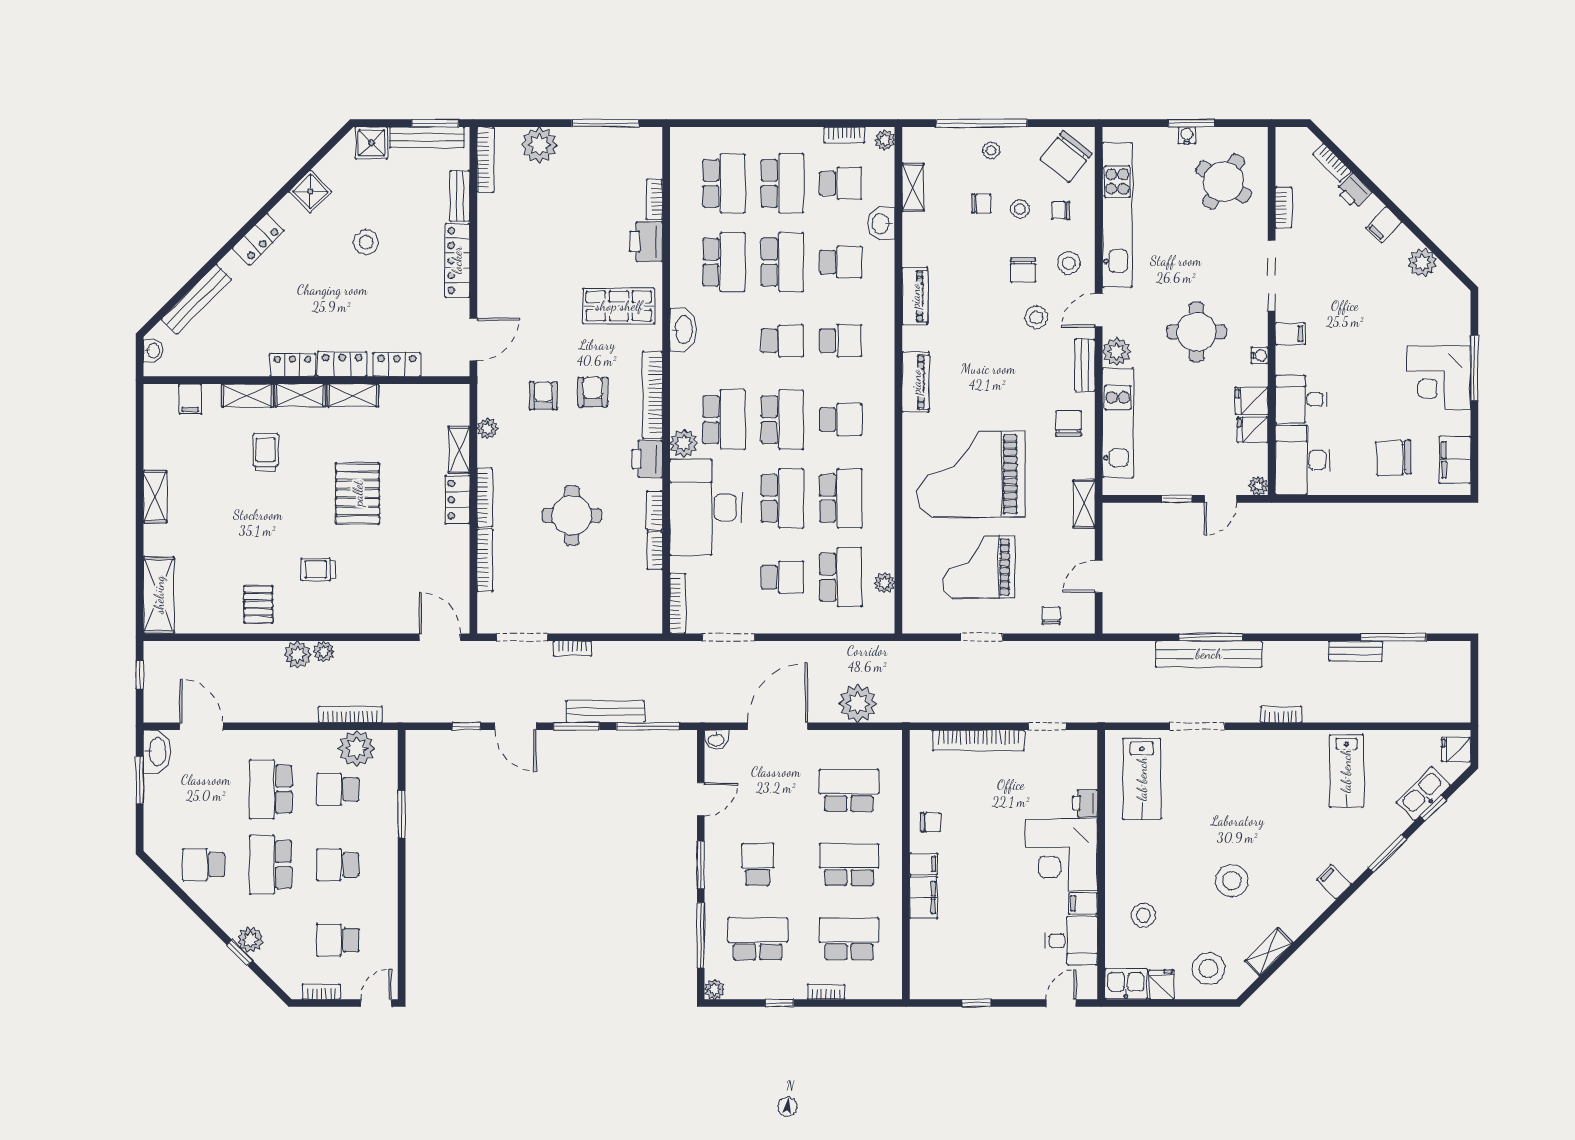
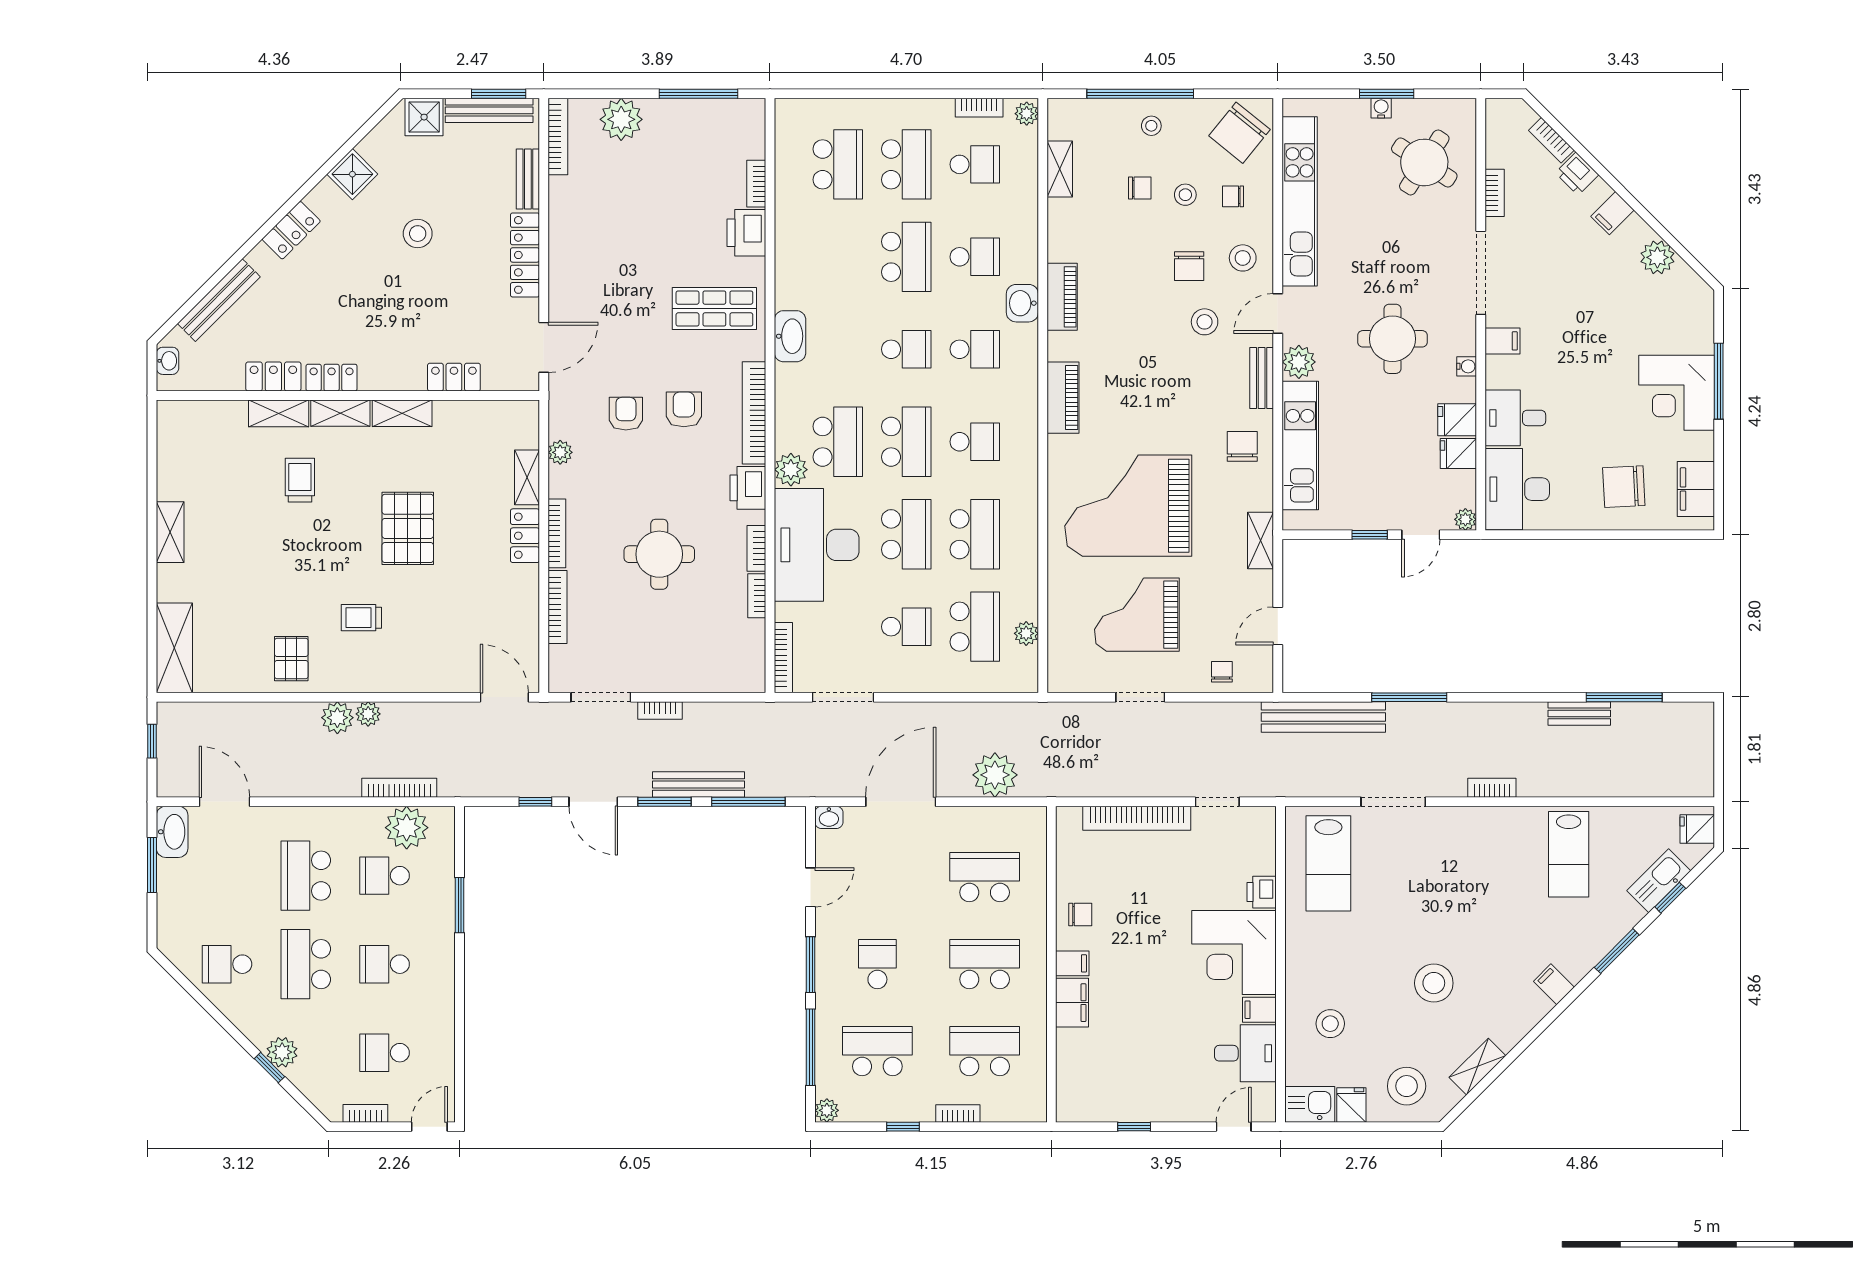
washbasin: (881, 224) -> (1022, 303), moved
school desk: (724, 262) -> (838, 257), removed
locker: (342, 364) -> (273, 377), moved
filing cabinet: (190, 399) -> (211, 418), removed
bench: (1209, 654) -> (1323, 717), moved

